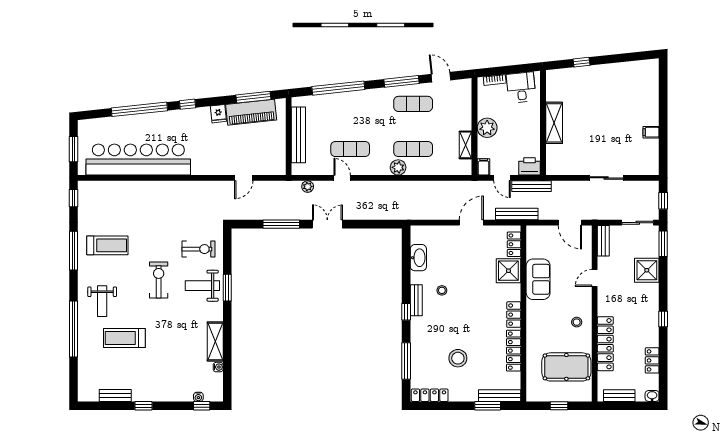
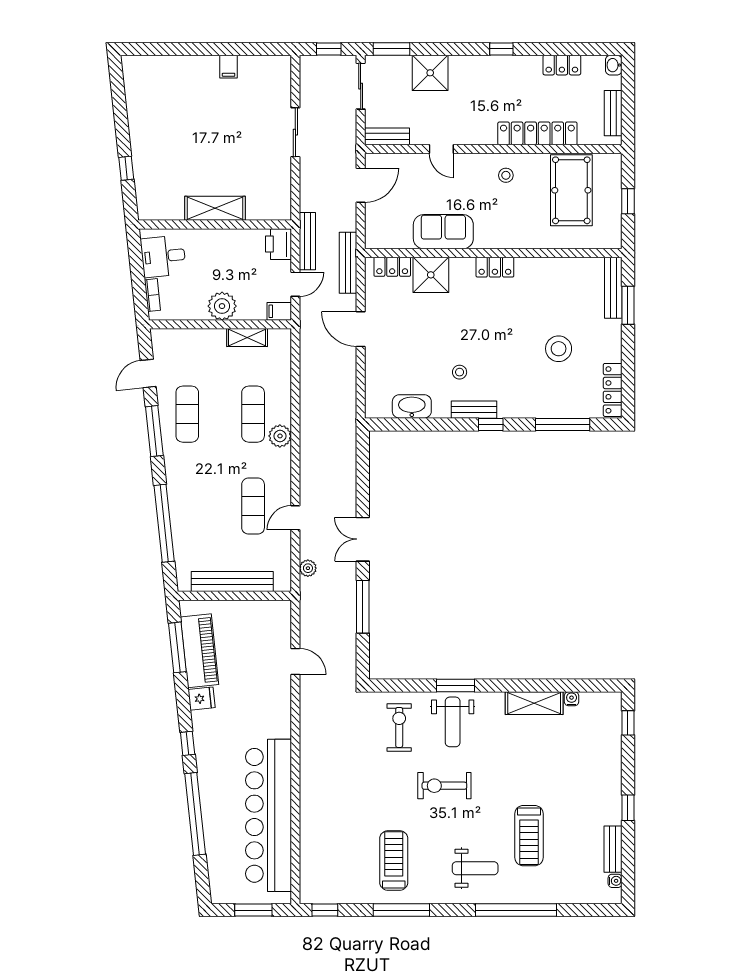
locker: (514, 351) -> (548, 267), removed
water cooler: (198, 397) -> (615, 881), moved

